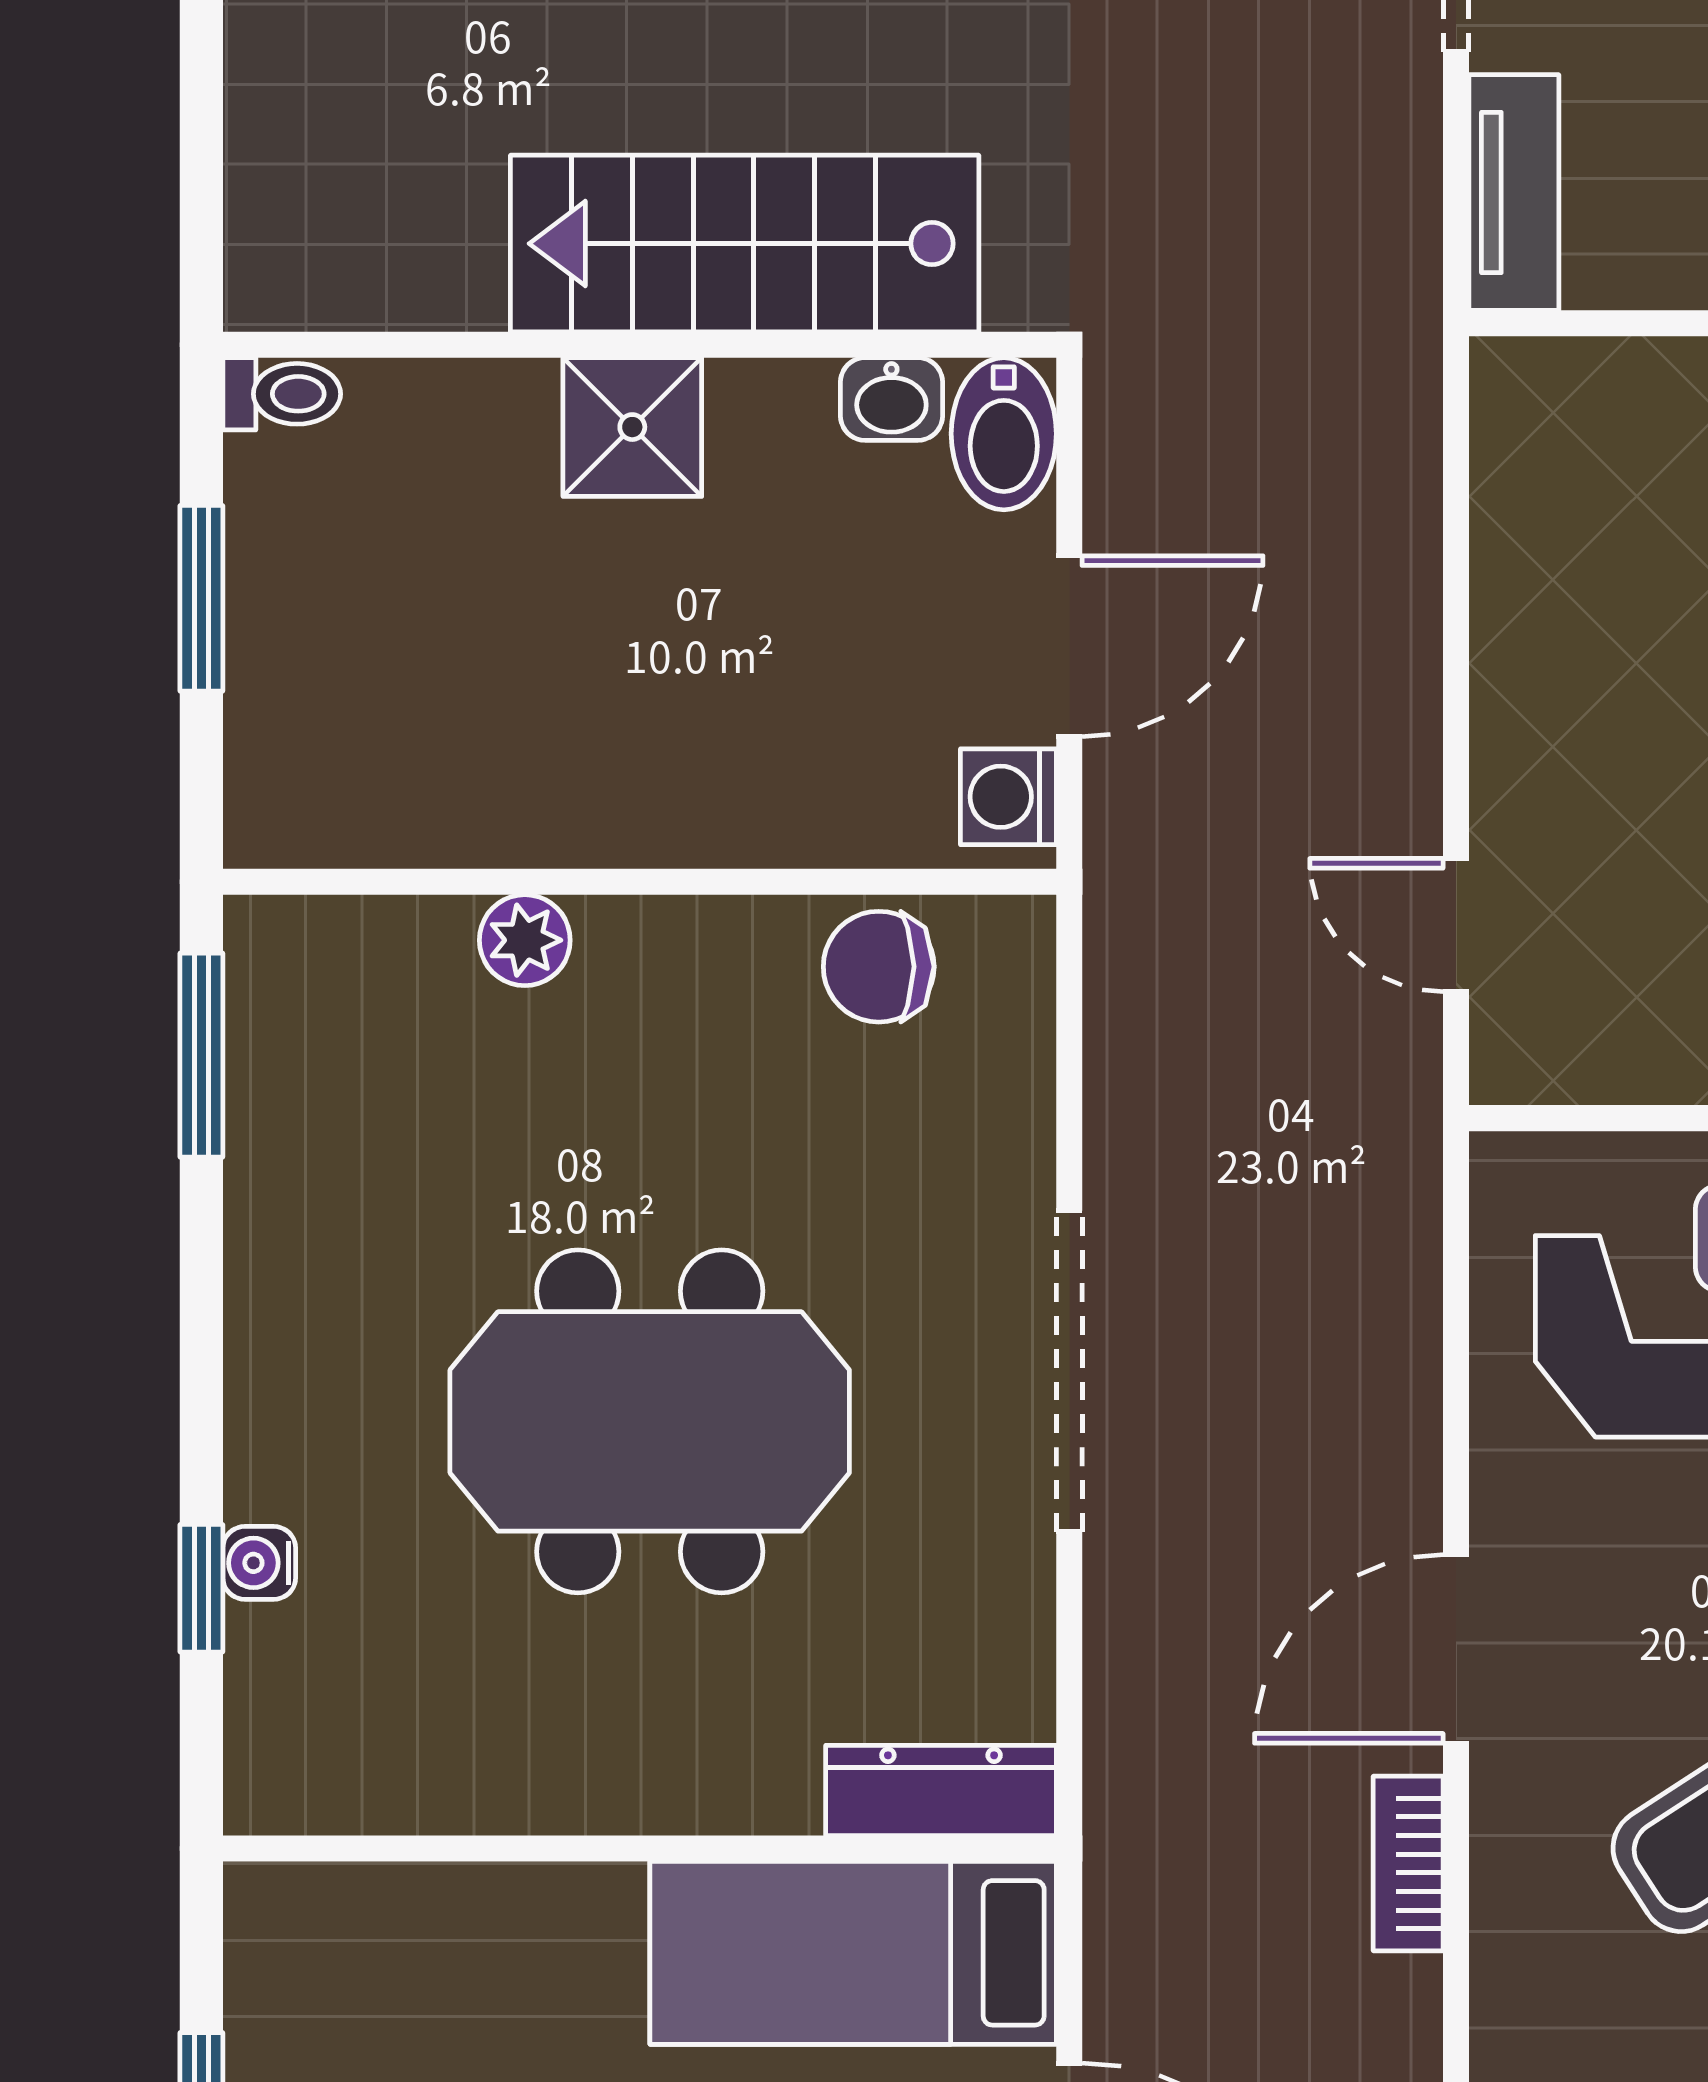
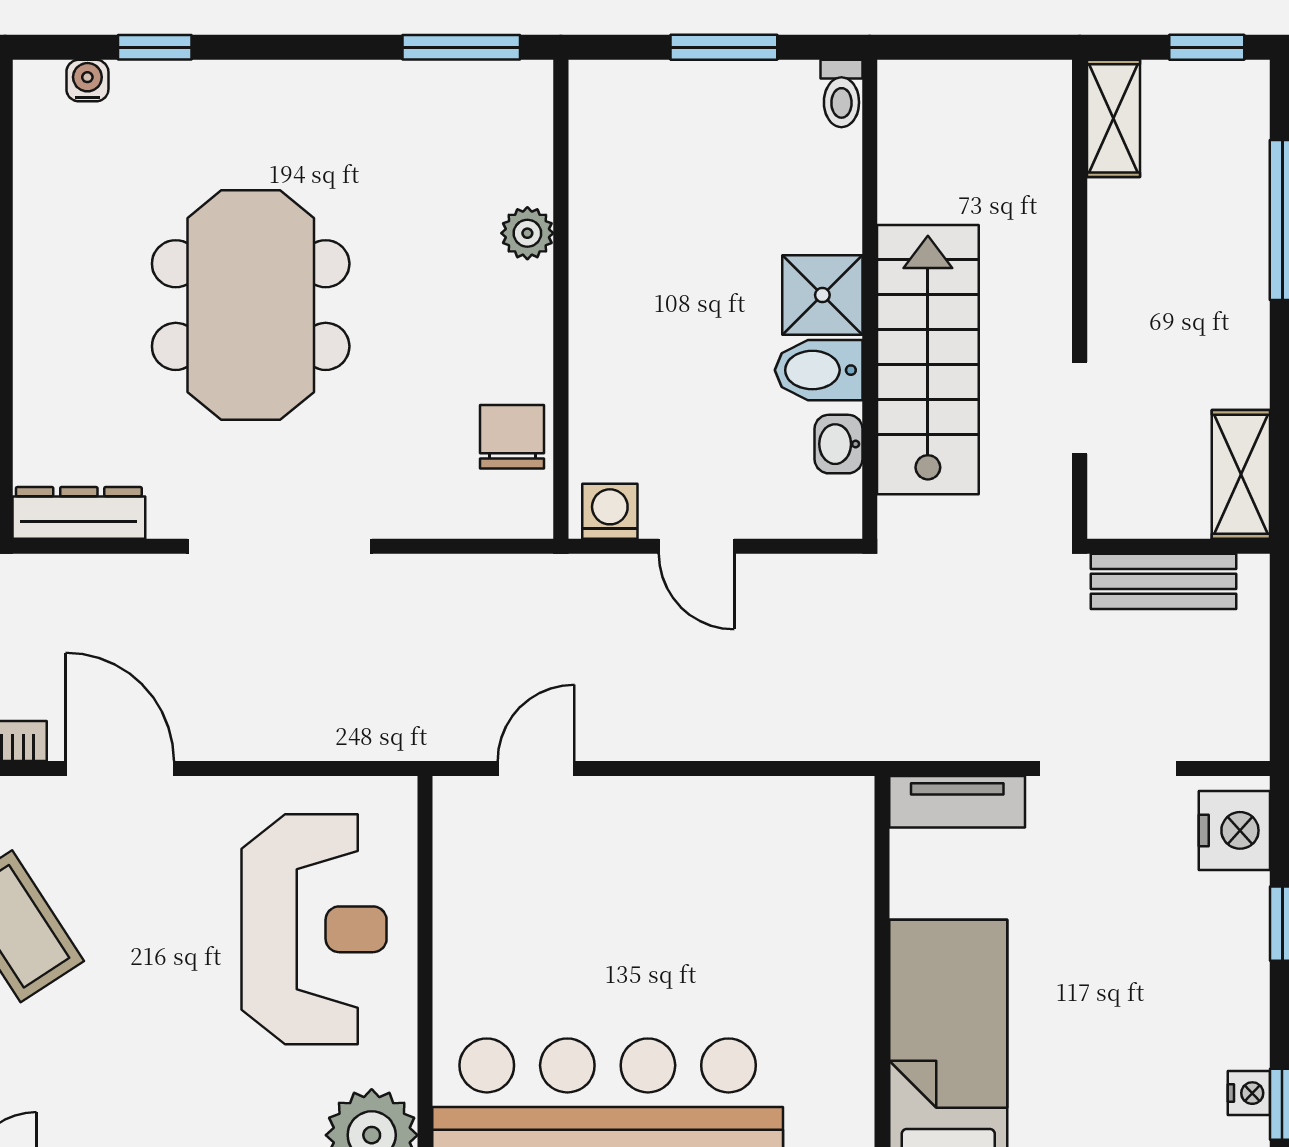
bidet: (1004, 434) -> (819, 370), moved
door: (1069, 646) -> (696, 546), width x0.73
water cooler: (259, 1563) -> (87, 81), moved
dresser: (941, 1790) -> (79, 513), moved, turned -90

